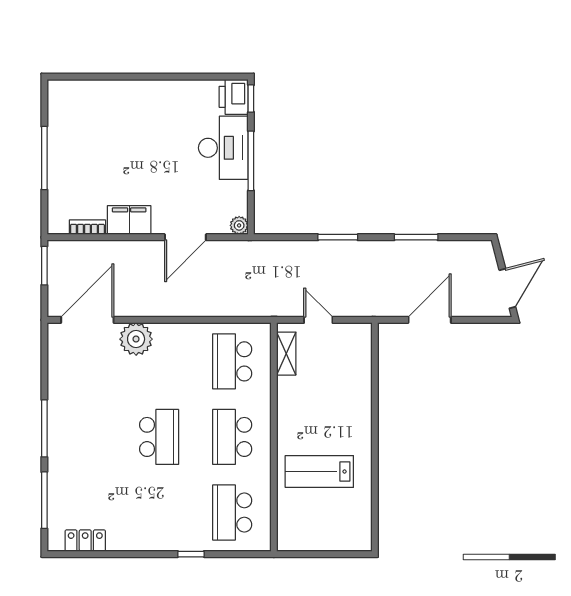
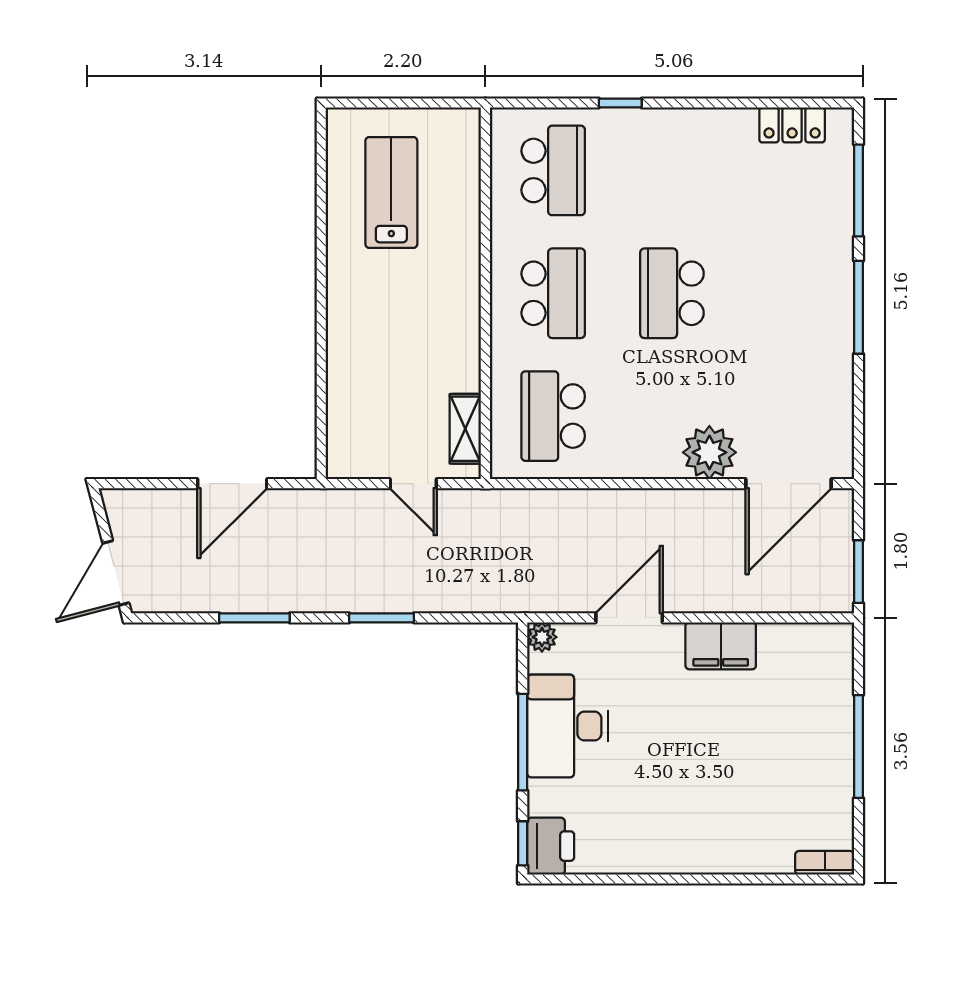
desk: (223, 148) -> (568, 726), moved
bookcase: (87, 227) -> (825, 863), moved, turned 180
door: (507, 289) -> (116, 573), moved
school desk: (232, 361) -> (553, 416), turned 180
lab bench: (319, 472) -> (391, 192), moved, turned -90

